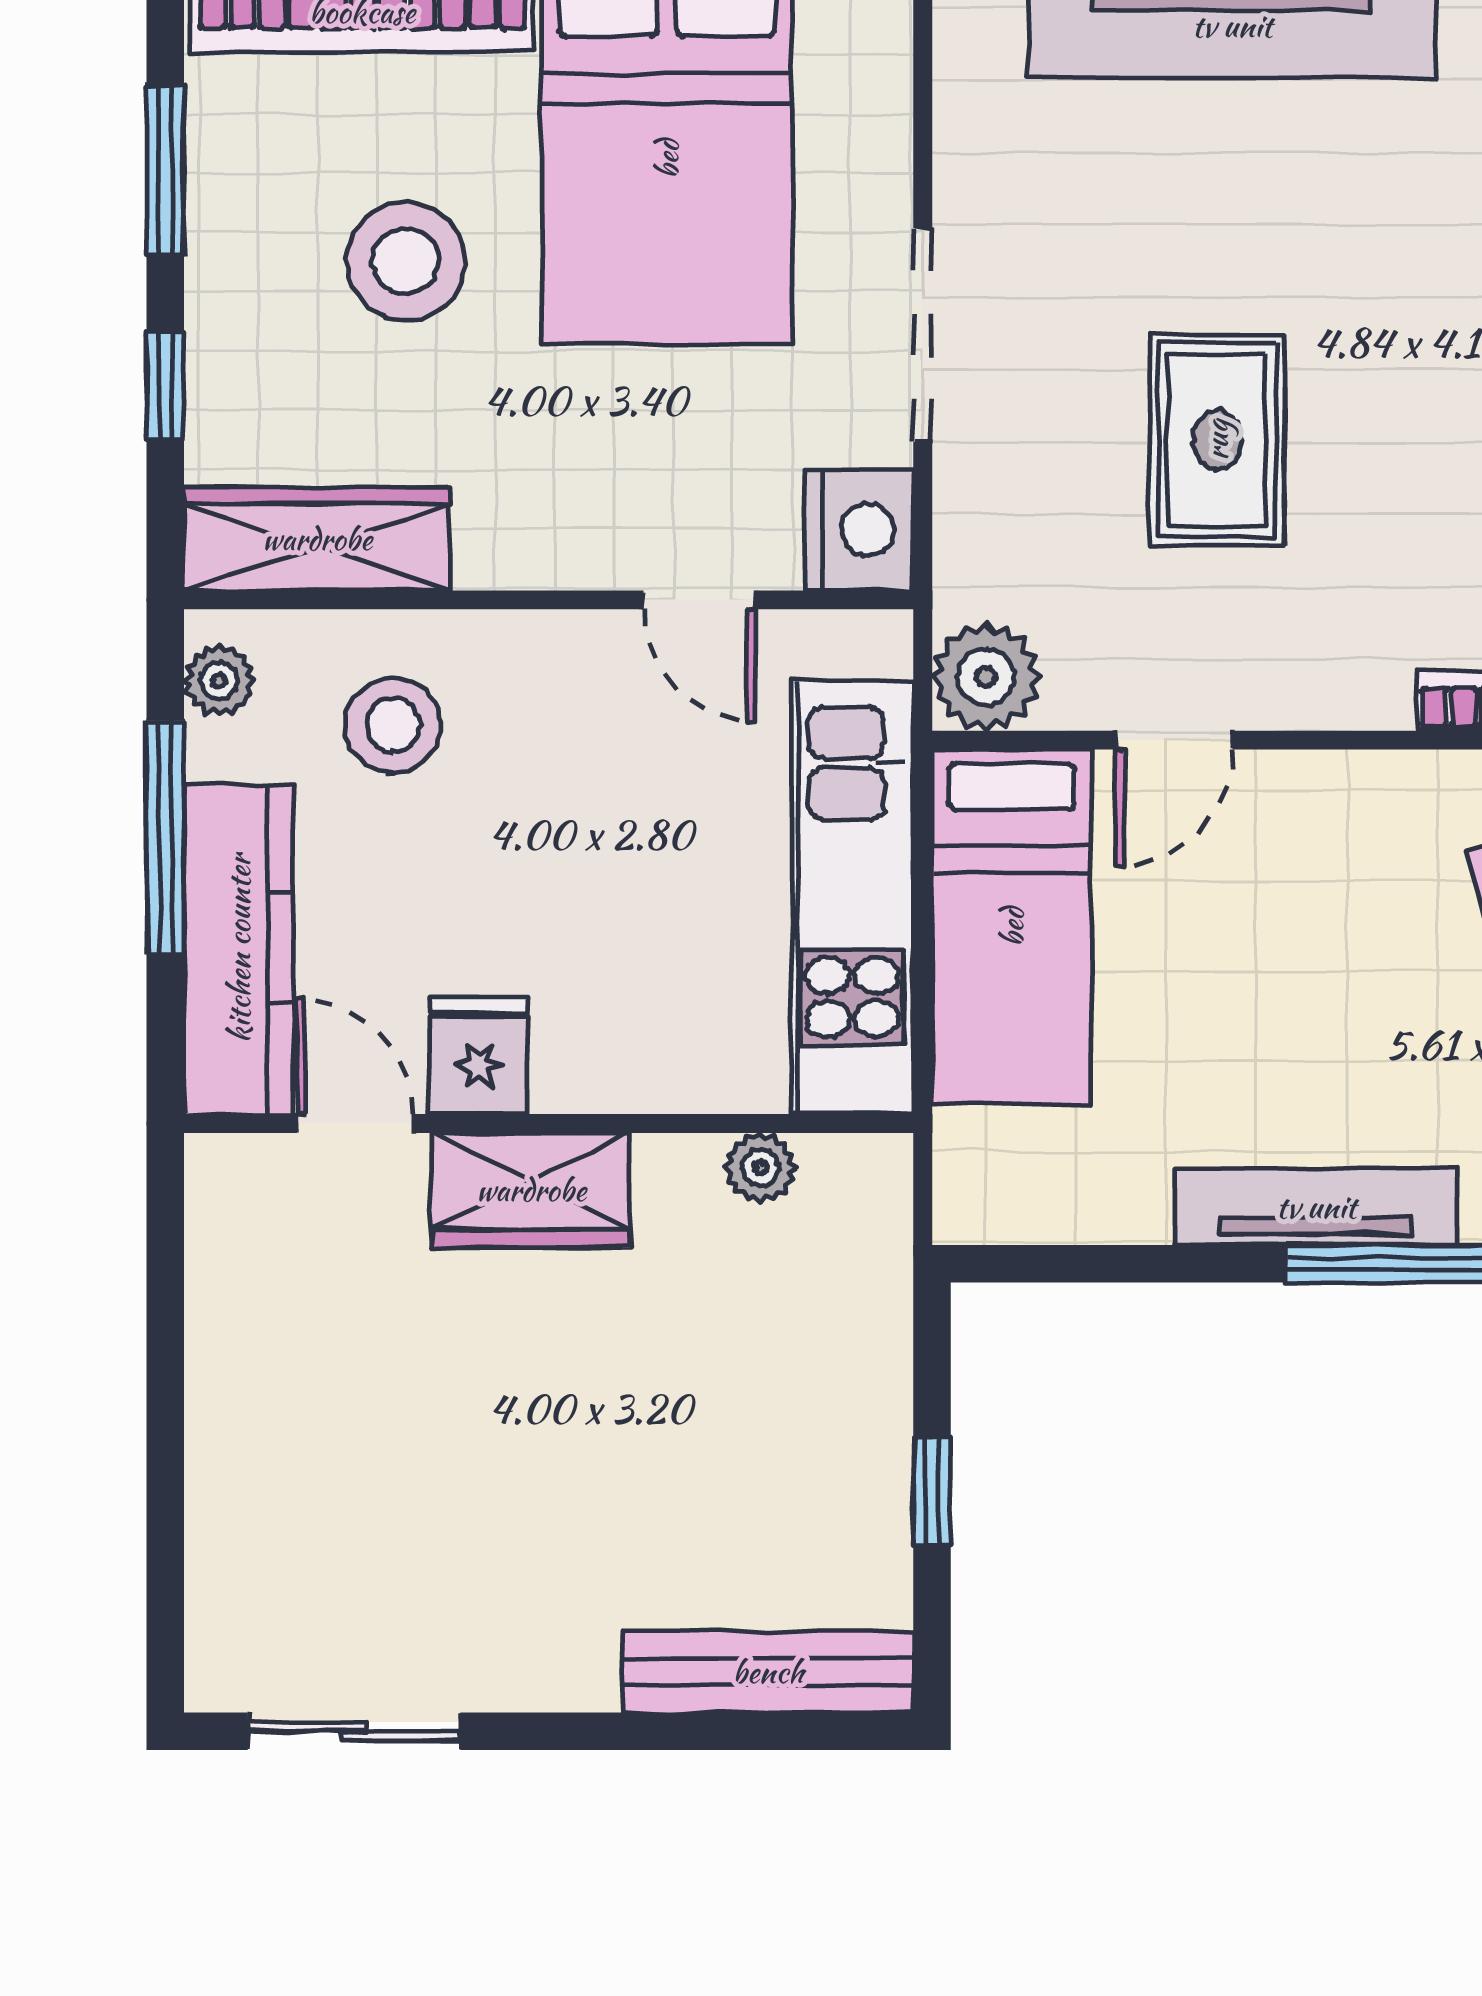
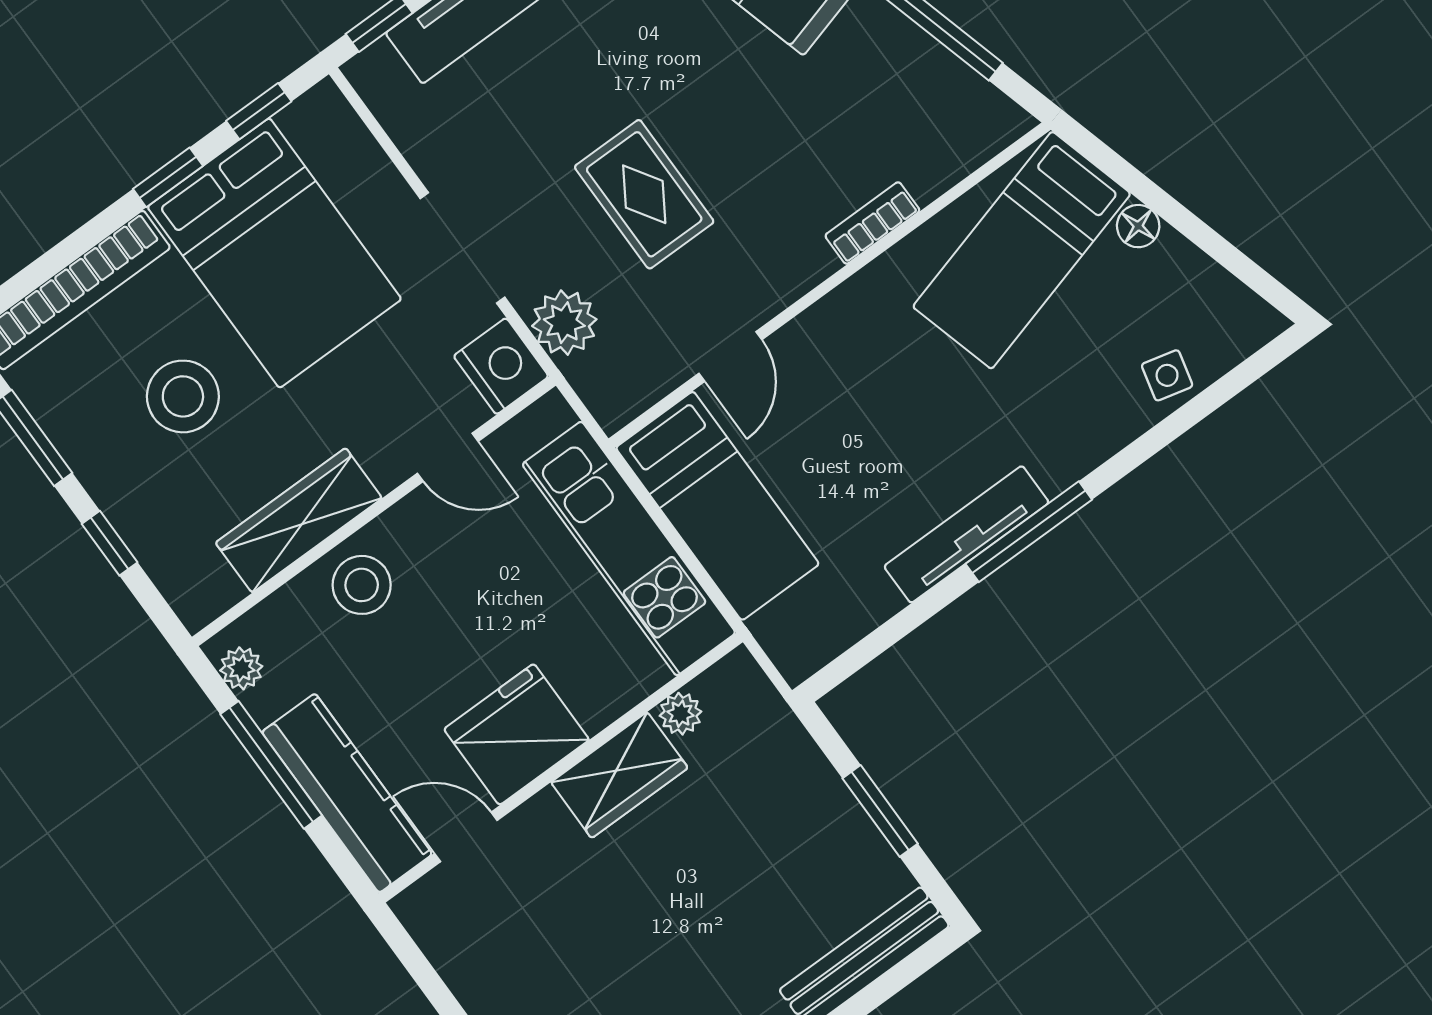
wardrobe: (317, 539) -> (299, 520), moved
plant: (986, 677) -> (564, 323), moved
stool: (393, 725) -> (362, 585), moved
fridge: (479, 1056) -> (517, 734), width x1.88, depth x1.34
wardrobe: (531, 1190) -> (619, 775), moved
window: (932, 1491) -> (880, 811), width x1.50

